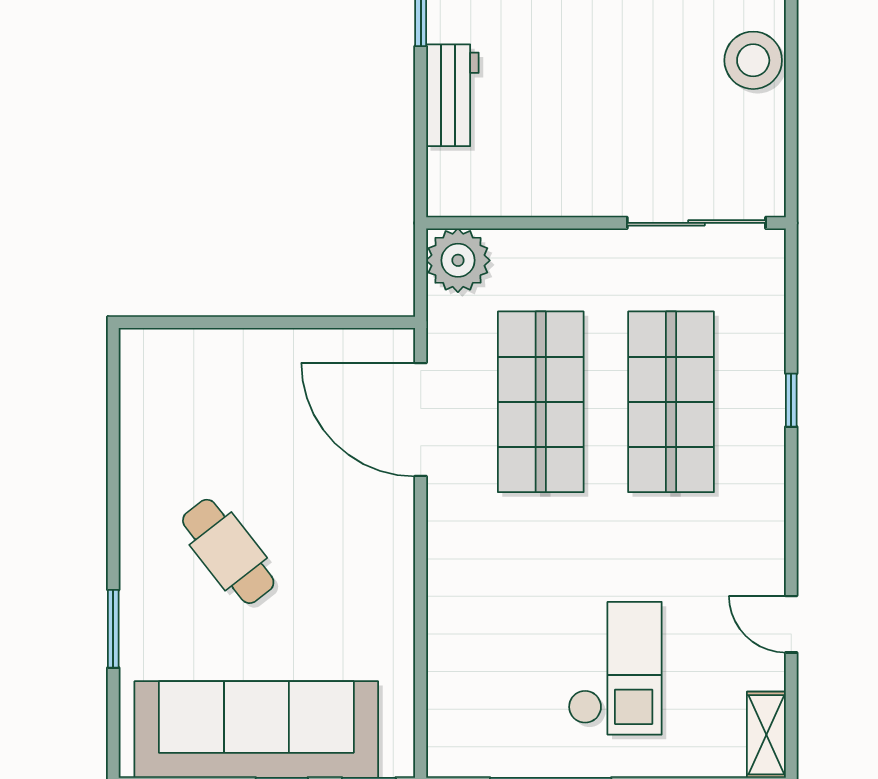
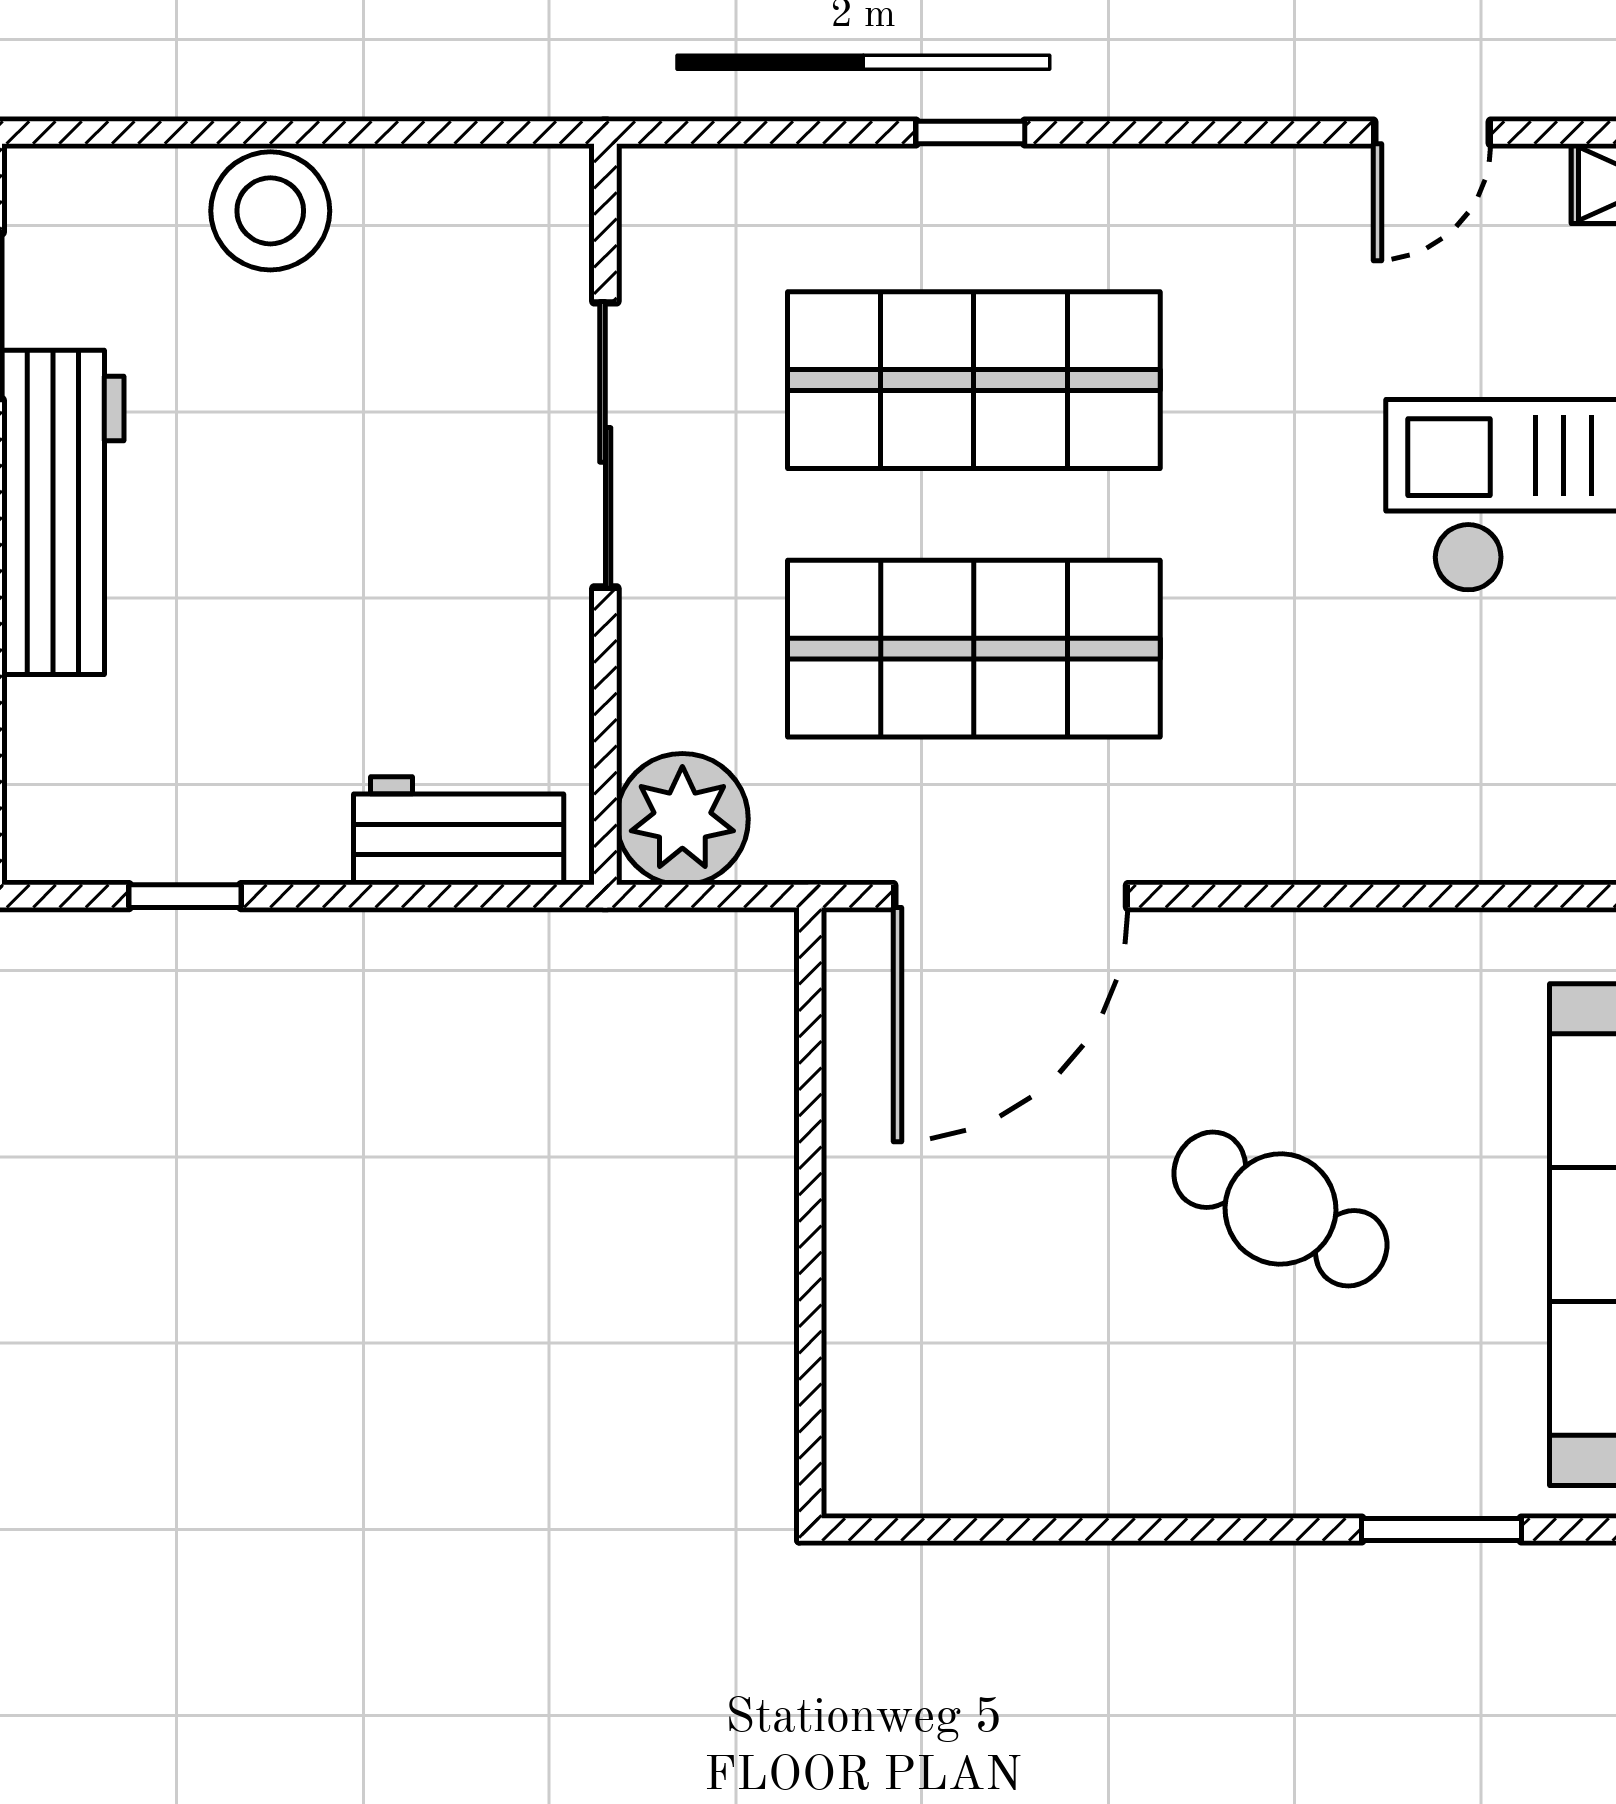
workbench: (452, 95) -> (459, 831), moved
sliding door: (696, 223) -> (605, 445), moved
cafe table: (228, 551) -> (1280, 1209), moved, turned 67

